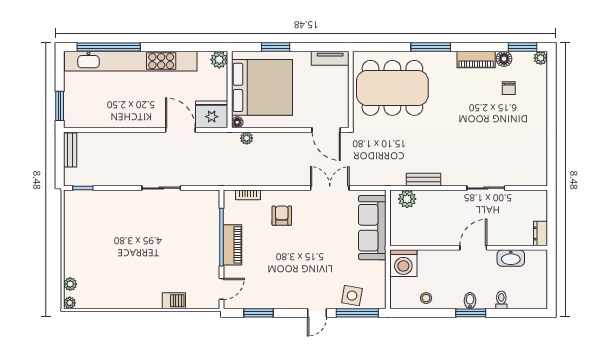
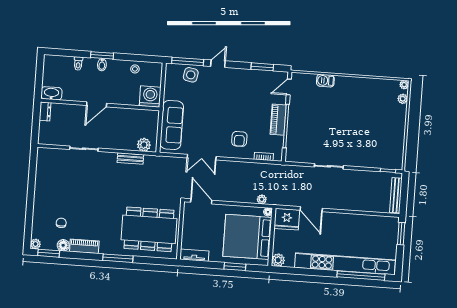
bench: (70, 150) -> (396, 195), width x1.36
washbasin: (511, 258) -> (51, 93), moved

